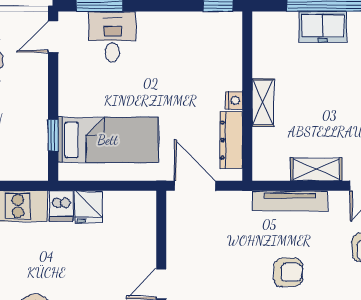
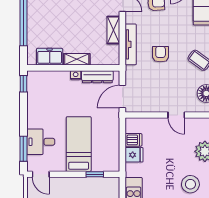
freezer: (323, 27) -> (50, 57), moved, turned -90
bed: (108, 140) -> (79, 144), moved
dishwasher: (61, 206) -> (133, 140), moved
armchair: (288, 272) -> (161, 54), moved

